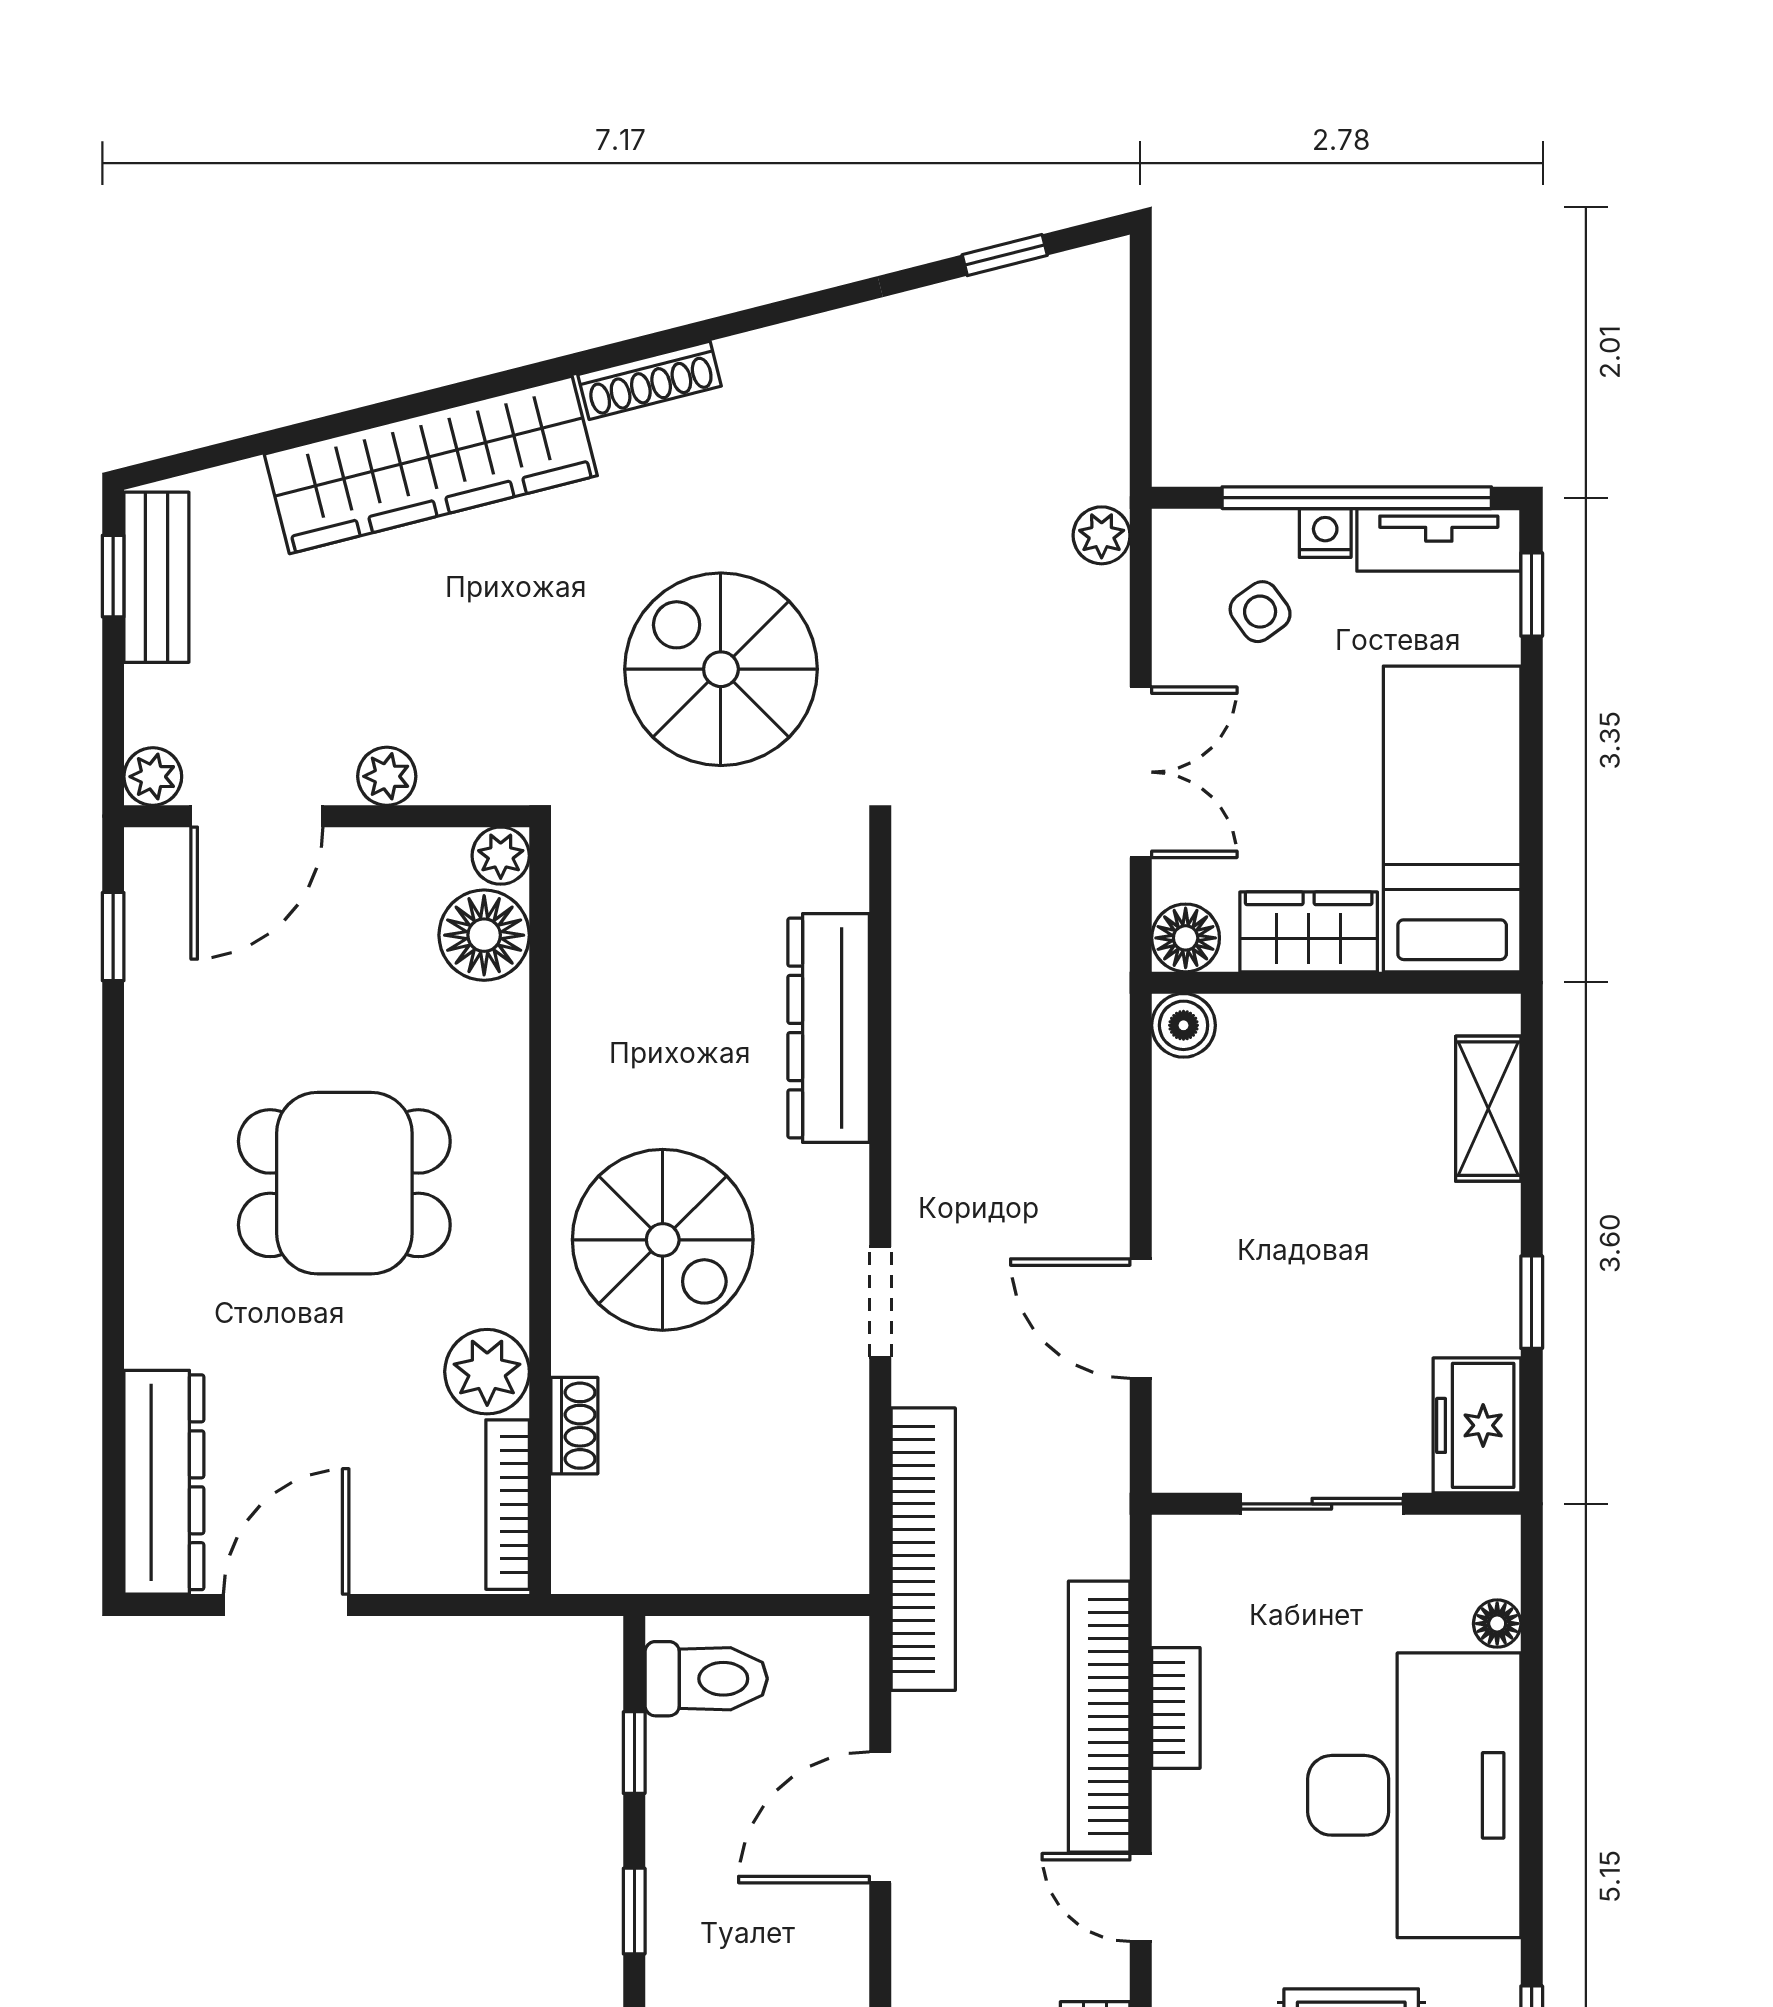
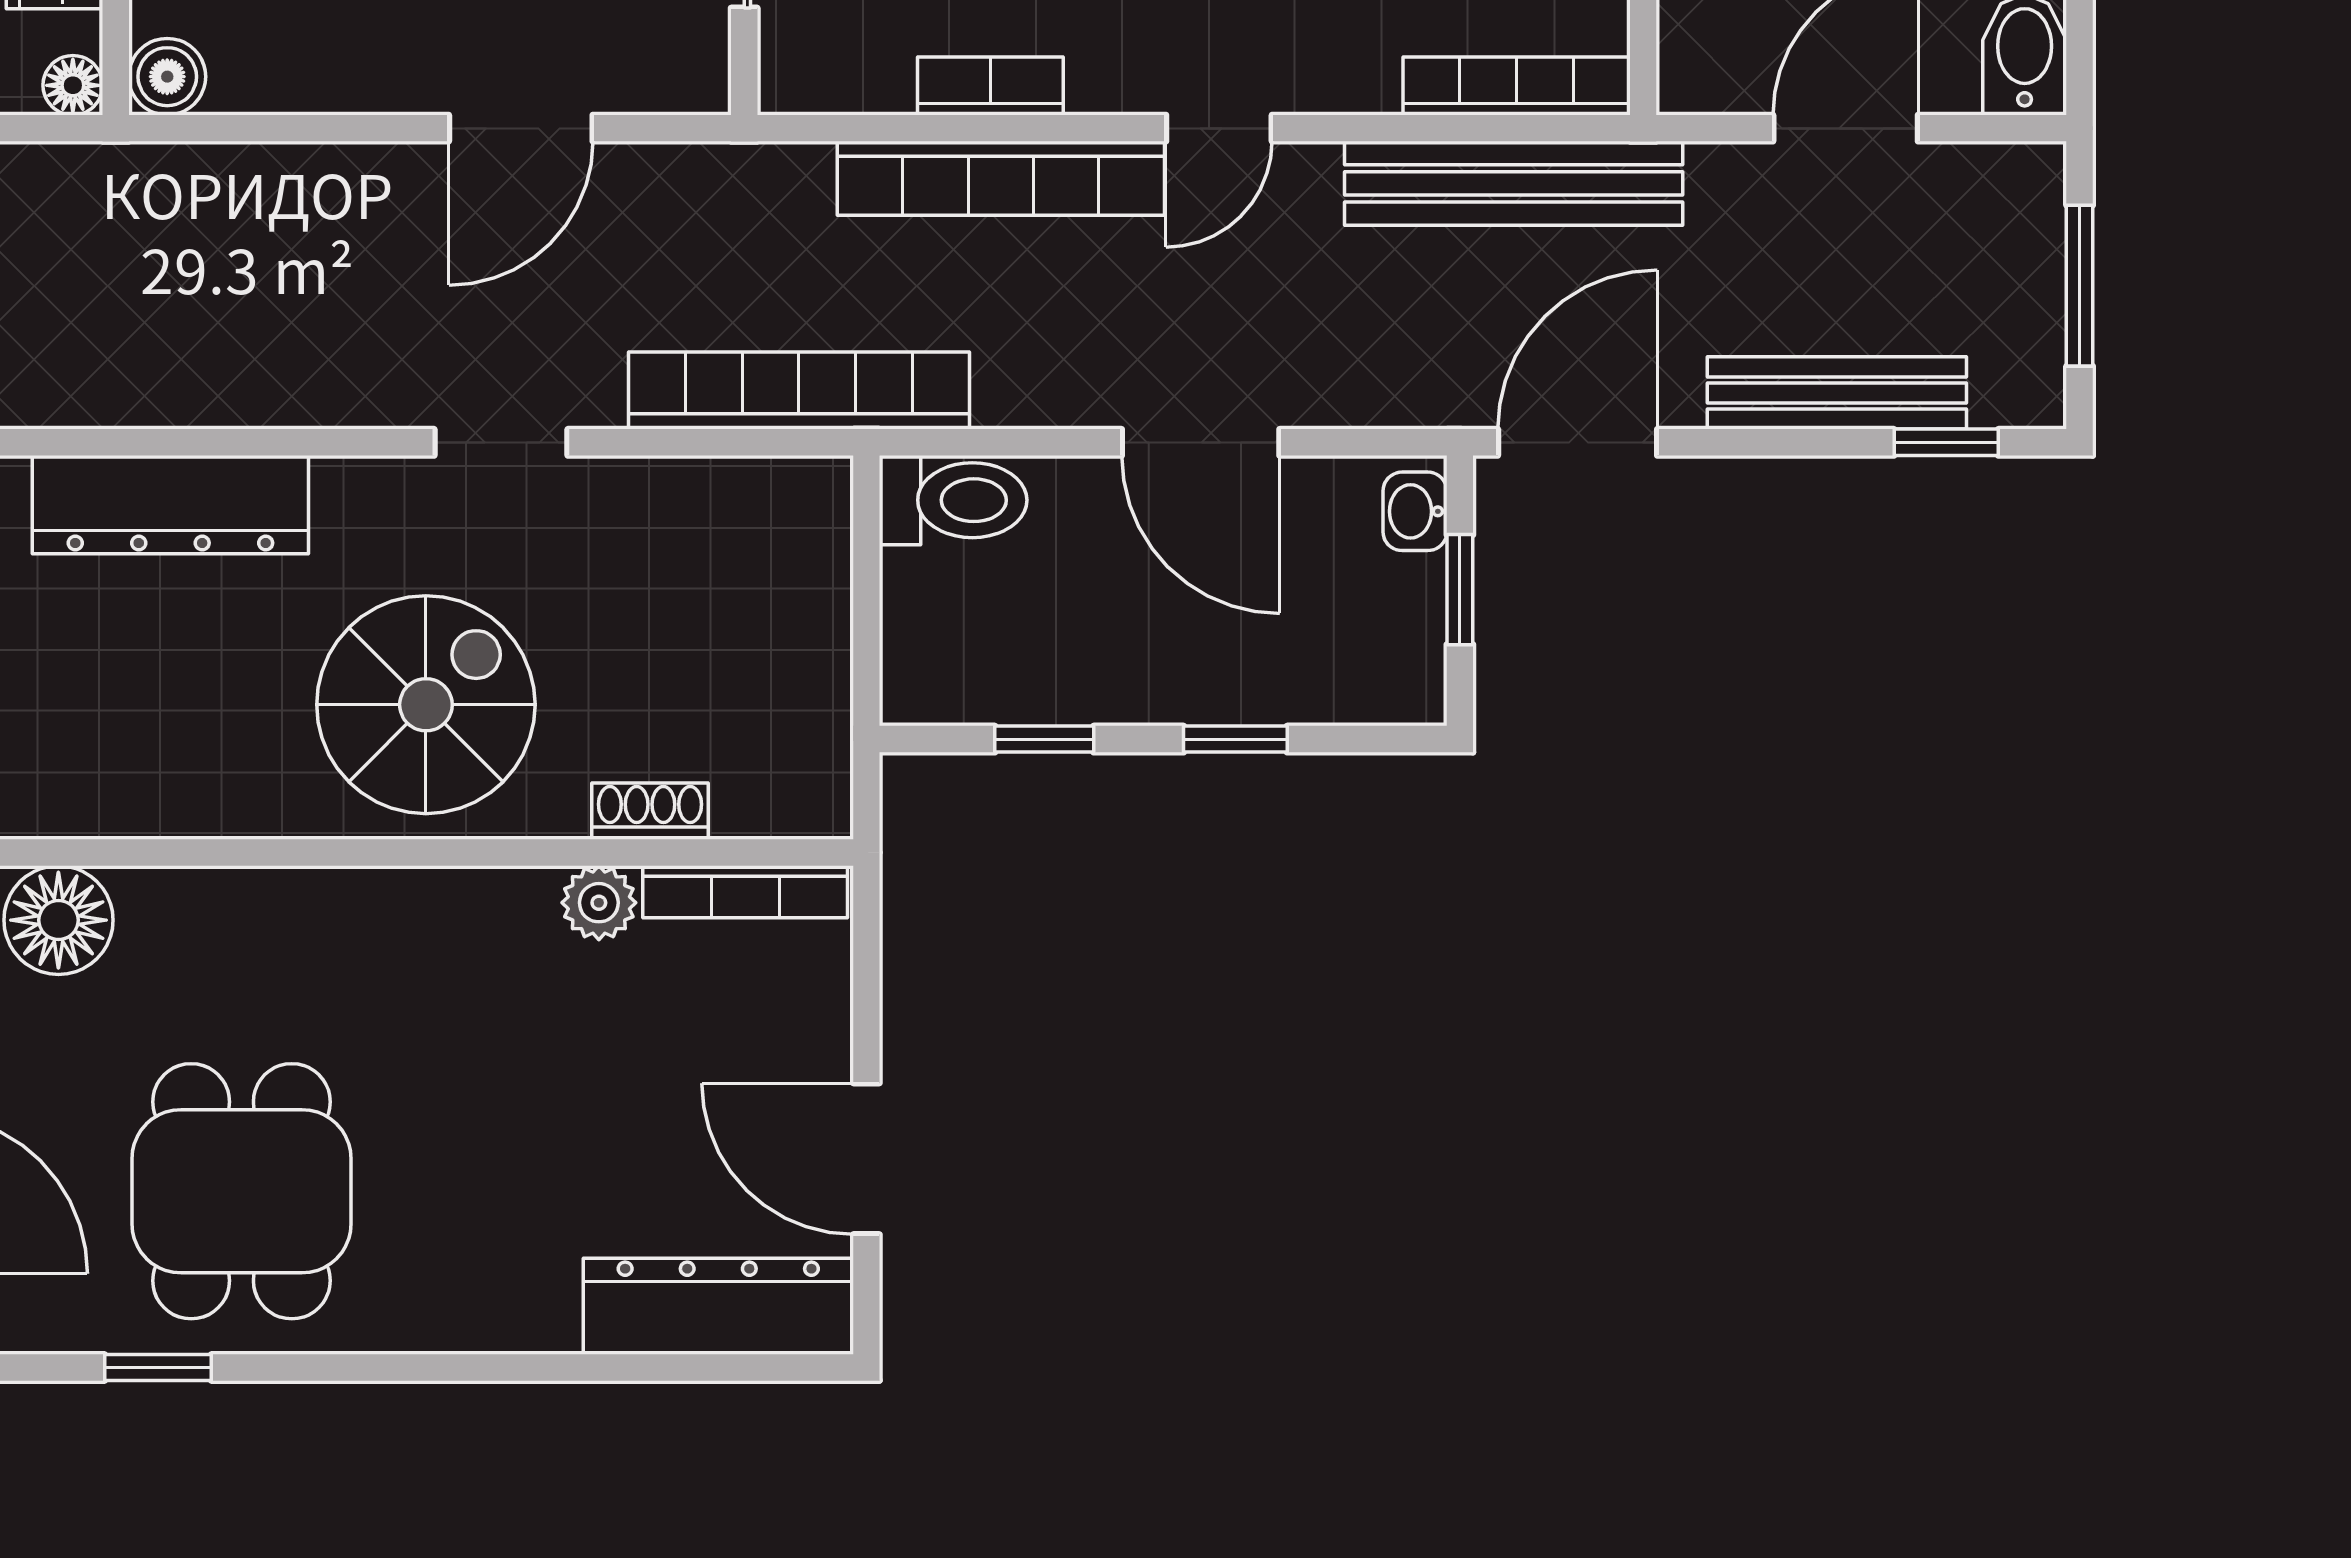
window: (113, 937) -> (158, 1367), moved
floor lamp: (1186, 938) -> (73, 85), width x0.73, depth x0.73
dining table: (344, 1183) -> (241, 1191), moved
plant: (487, 1372) -> (599, 903), width x0.73, depth x0.73
toilet: (706, 1679) -> (953, 500), moved, turned 90
door: (880, 1817) -> (1201, 442), moved

